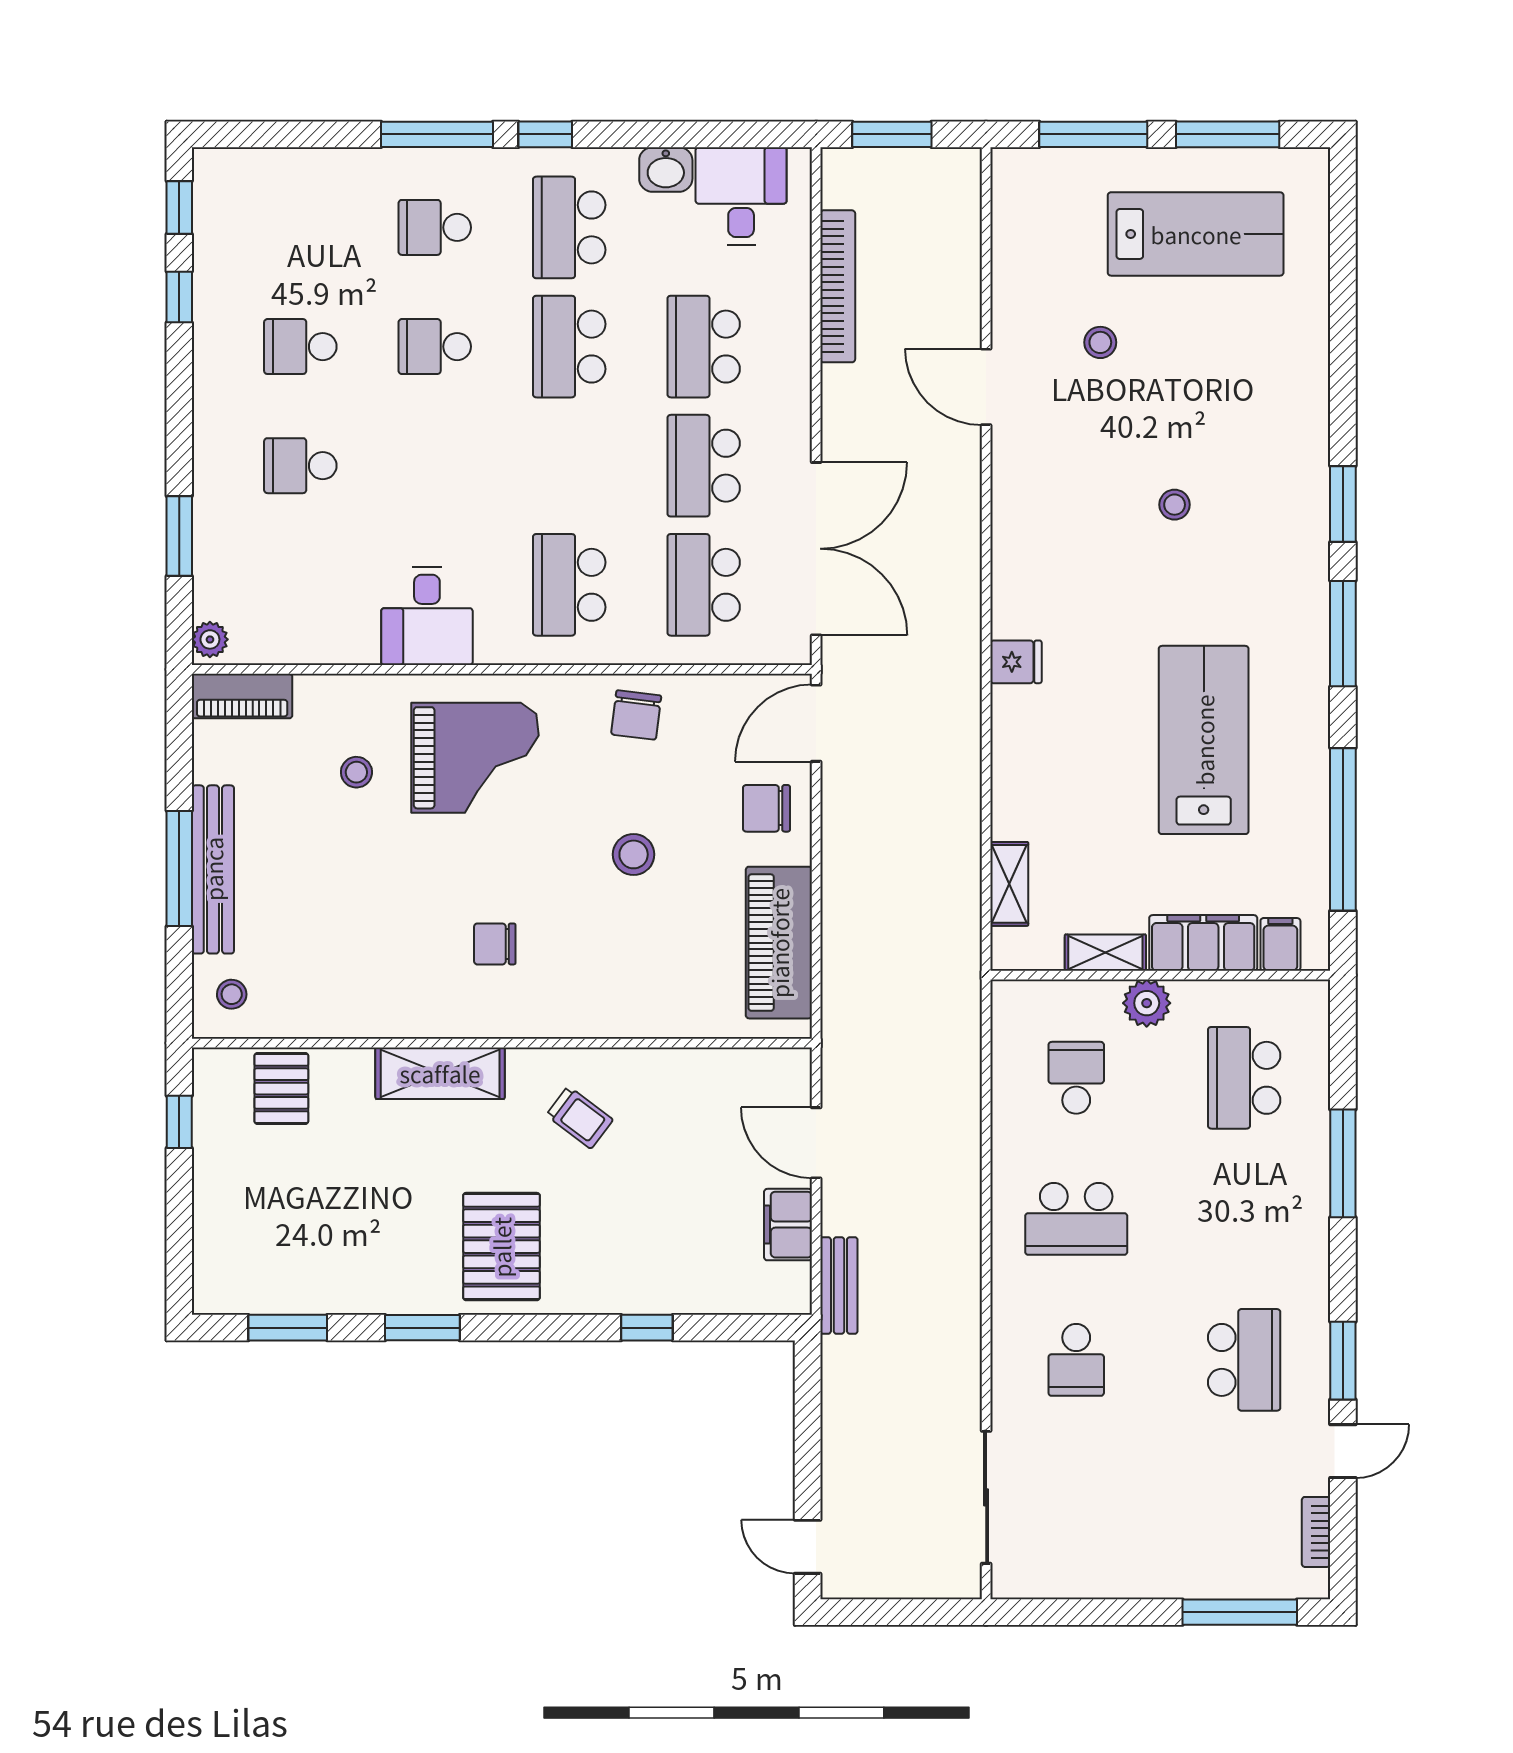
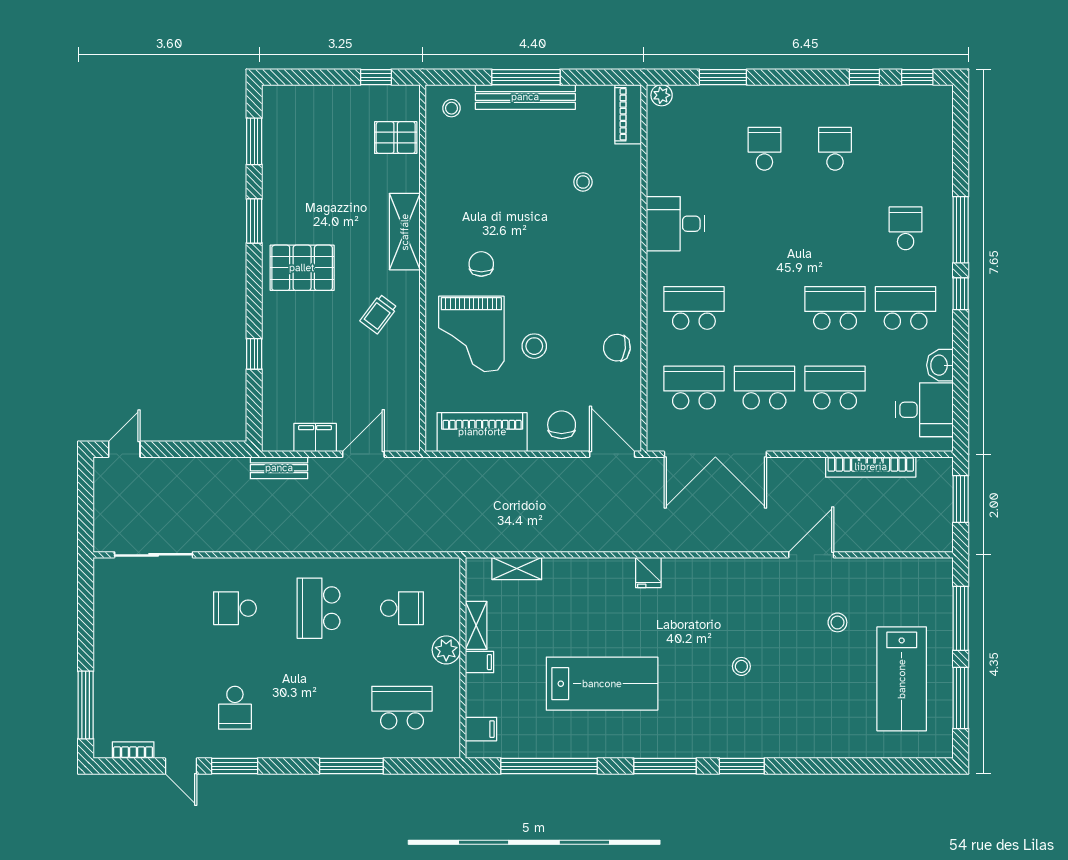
school desk: (435, 347) -> (835, 228), removed
grand piano: (475, 758) -> (471, 334), moved
filing cabinet: (1203, 943) -> (480, 662), width x0.33, depth x0.86
school desk: (1244, 1360) -> (235, 708), width x0.54

